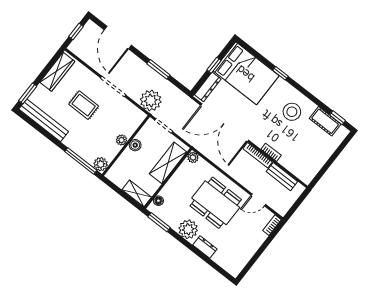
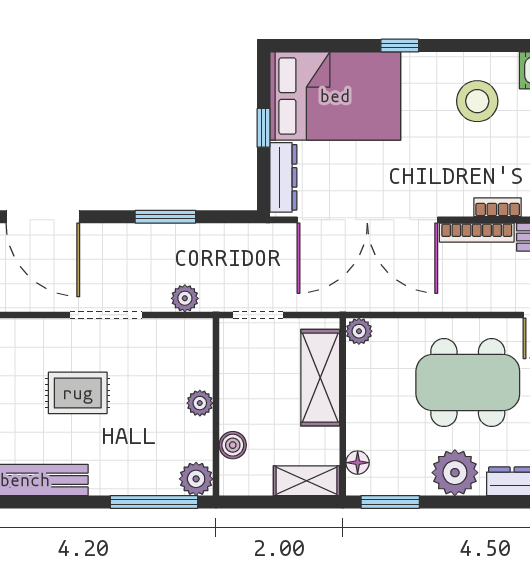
plant: (151, 101) -> (185, 298), width x0.53, depth x0.53
boiler: (135, 145) -> (233, 445), moved

